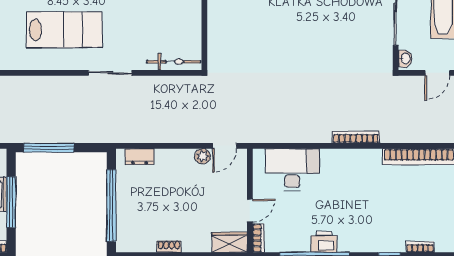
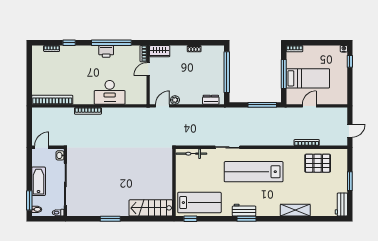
lab bench: (64, 30) -> (254, 172), width x1.36
desk: (292, 170) -> (110, 92), moved

